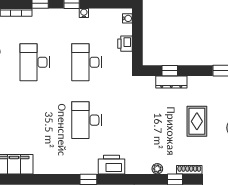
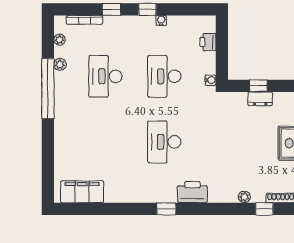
water cooler: (127, 18) -> (211, 80), moved
printer: (125, 44) -> (208, 42), moved
dresser: (171, 82) -> (260, 99), width x0.70

